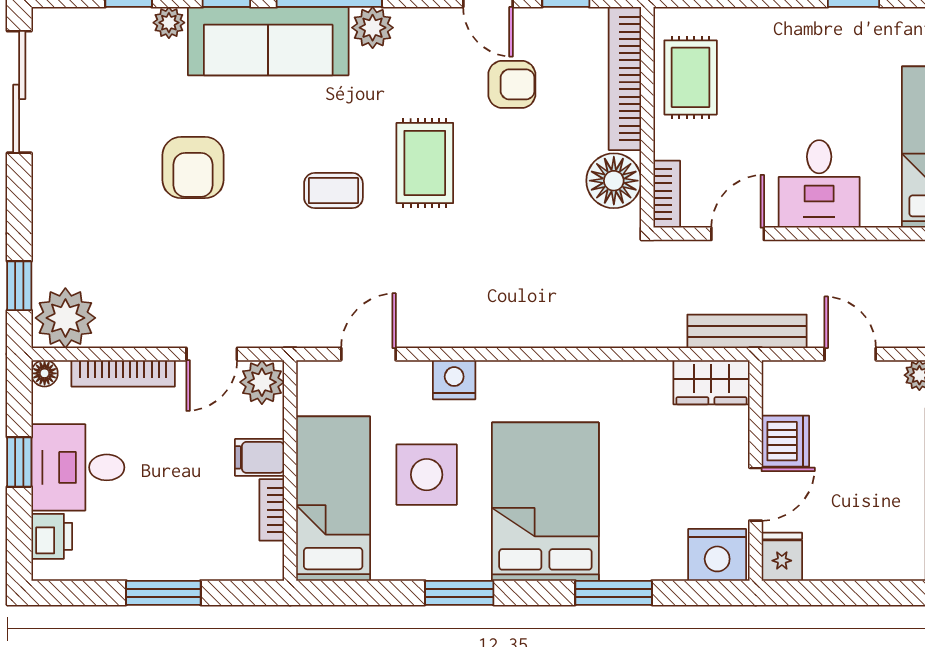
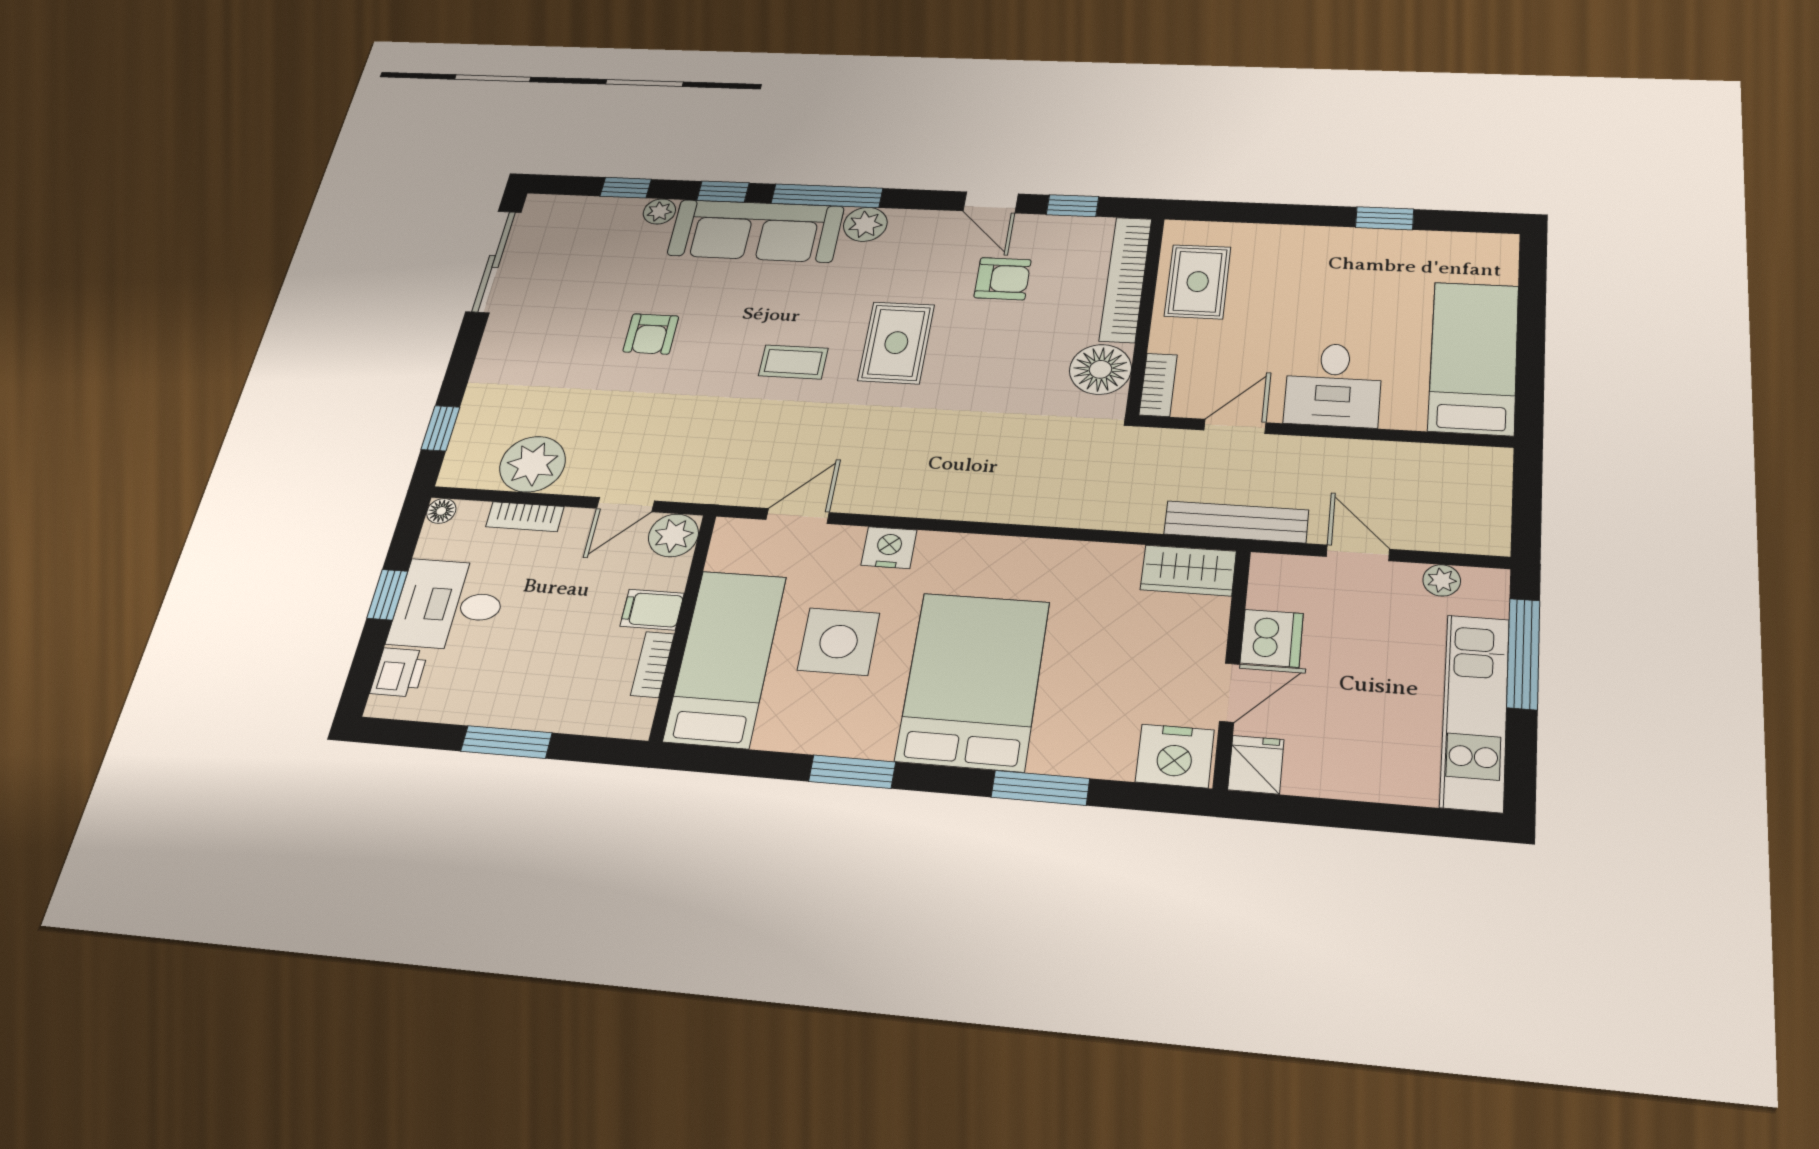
armchair: (193, 168) -> (651, 334), width x0.72, depth x0.72
plant: (65, 318) -> (533, 464), moved
bookcase: (123, 373) -> (525, 517), width x0.64

